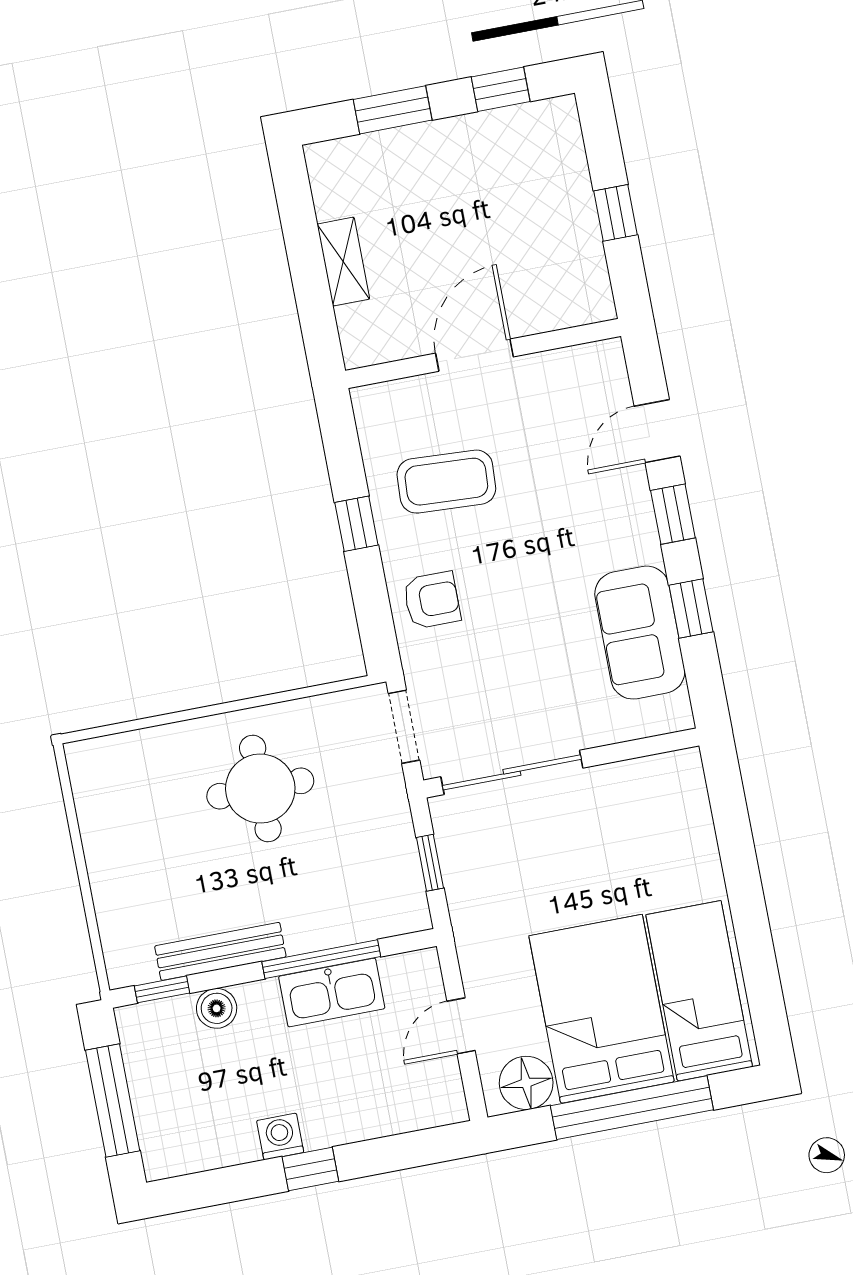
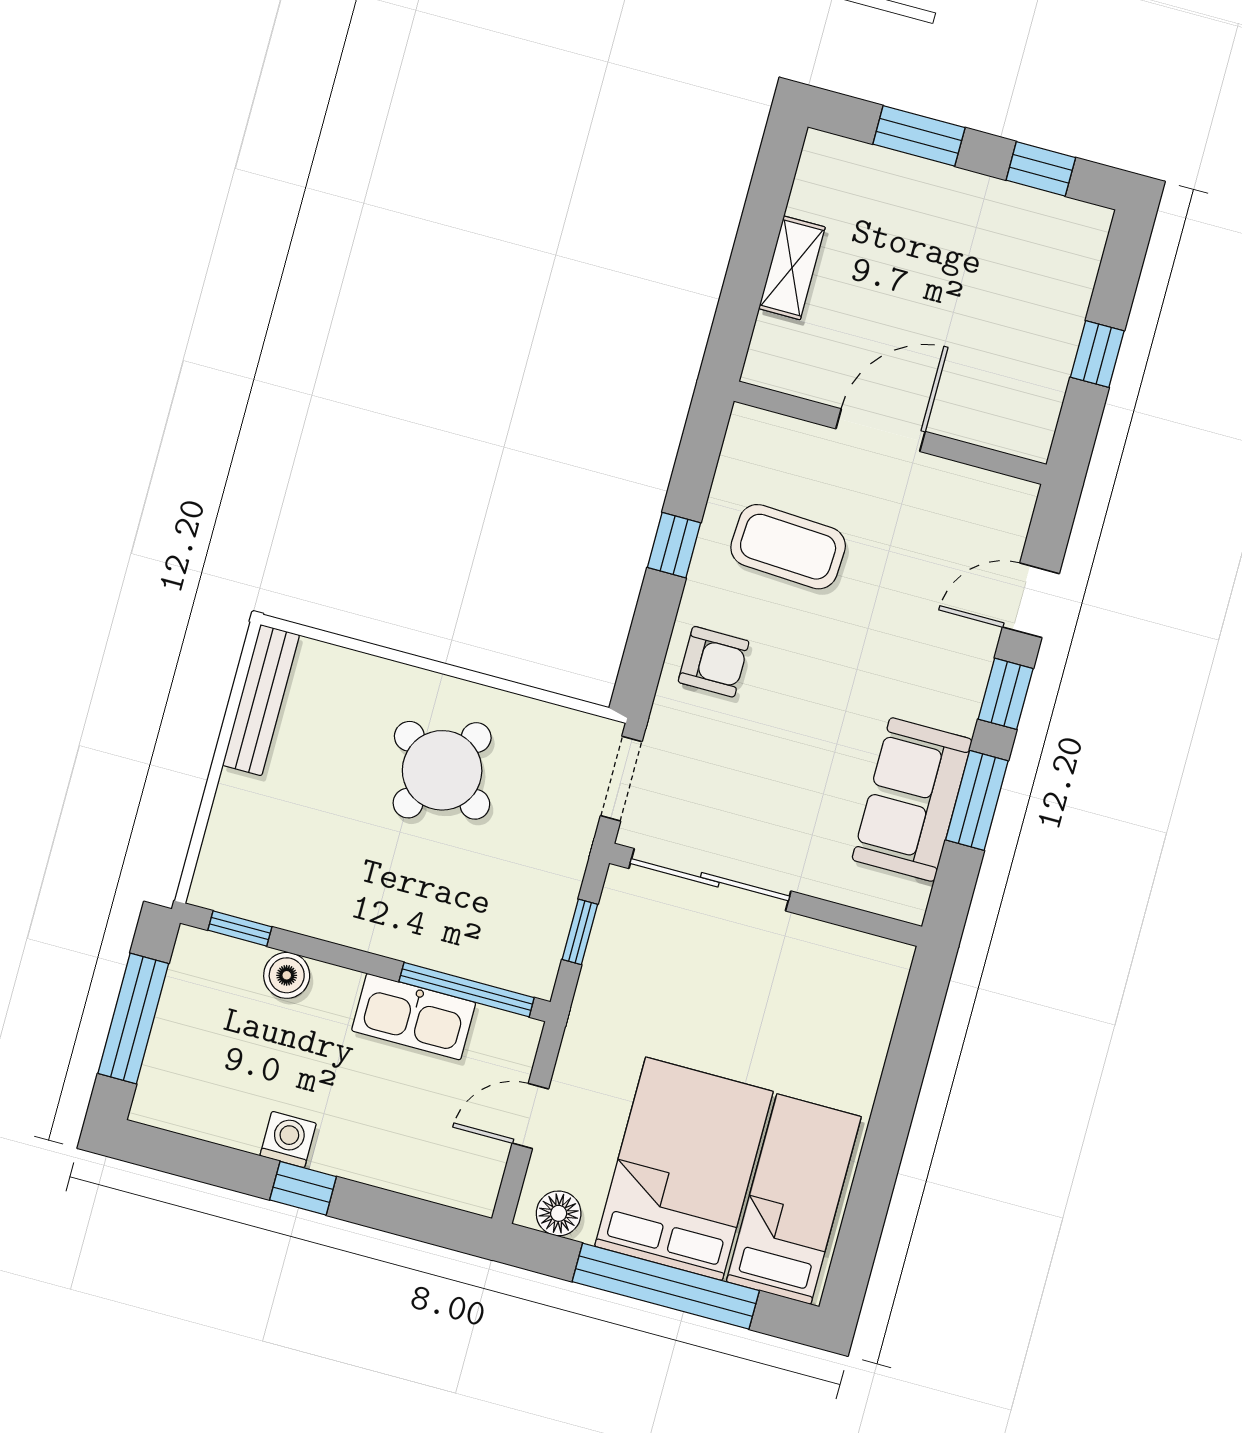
window: (691, 609) -> (977, 800), width x1.50
round table: (260, 789) -> (442, 770), turned 31
bench: (220, 951) -> (261, 700), moved, turned 90
window: (321, 959) -> (467, 990), moved
floor lamp: (526, 1083) -> (559, 1213), width x0.73, depth x0.73

